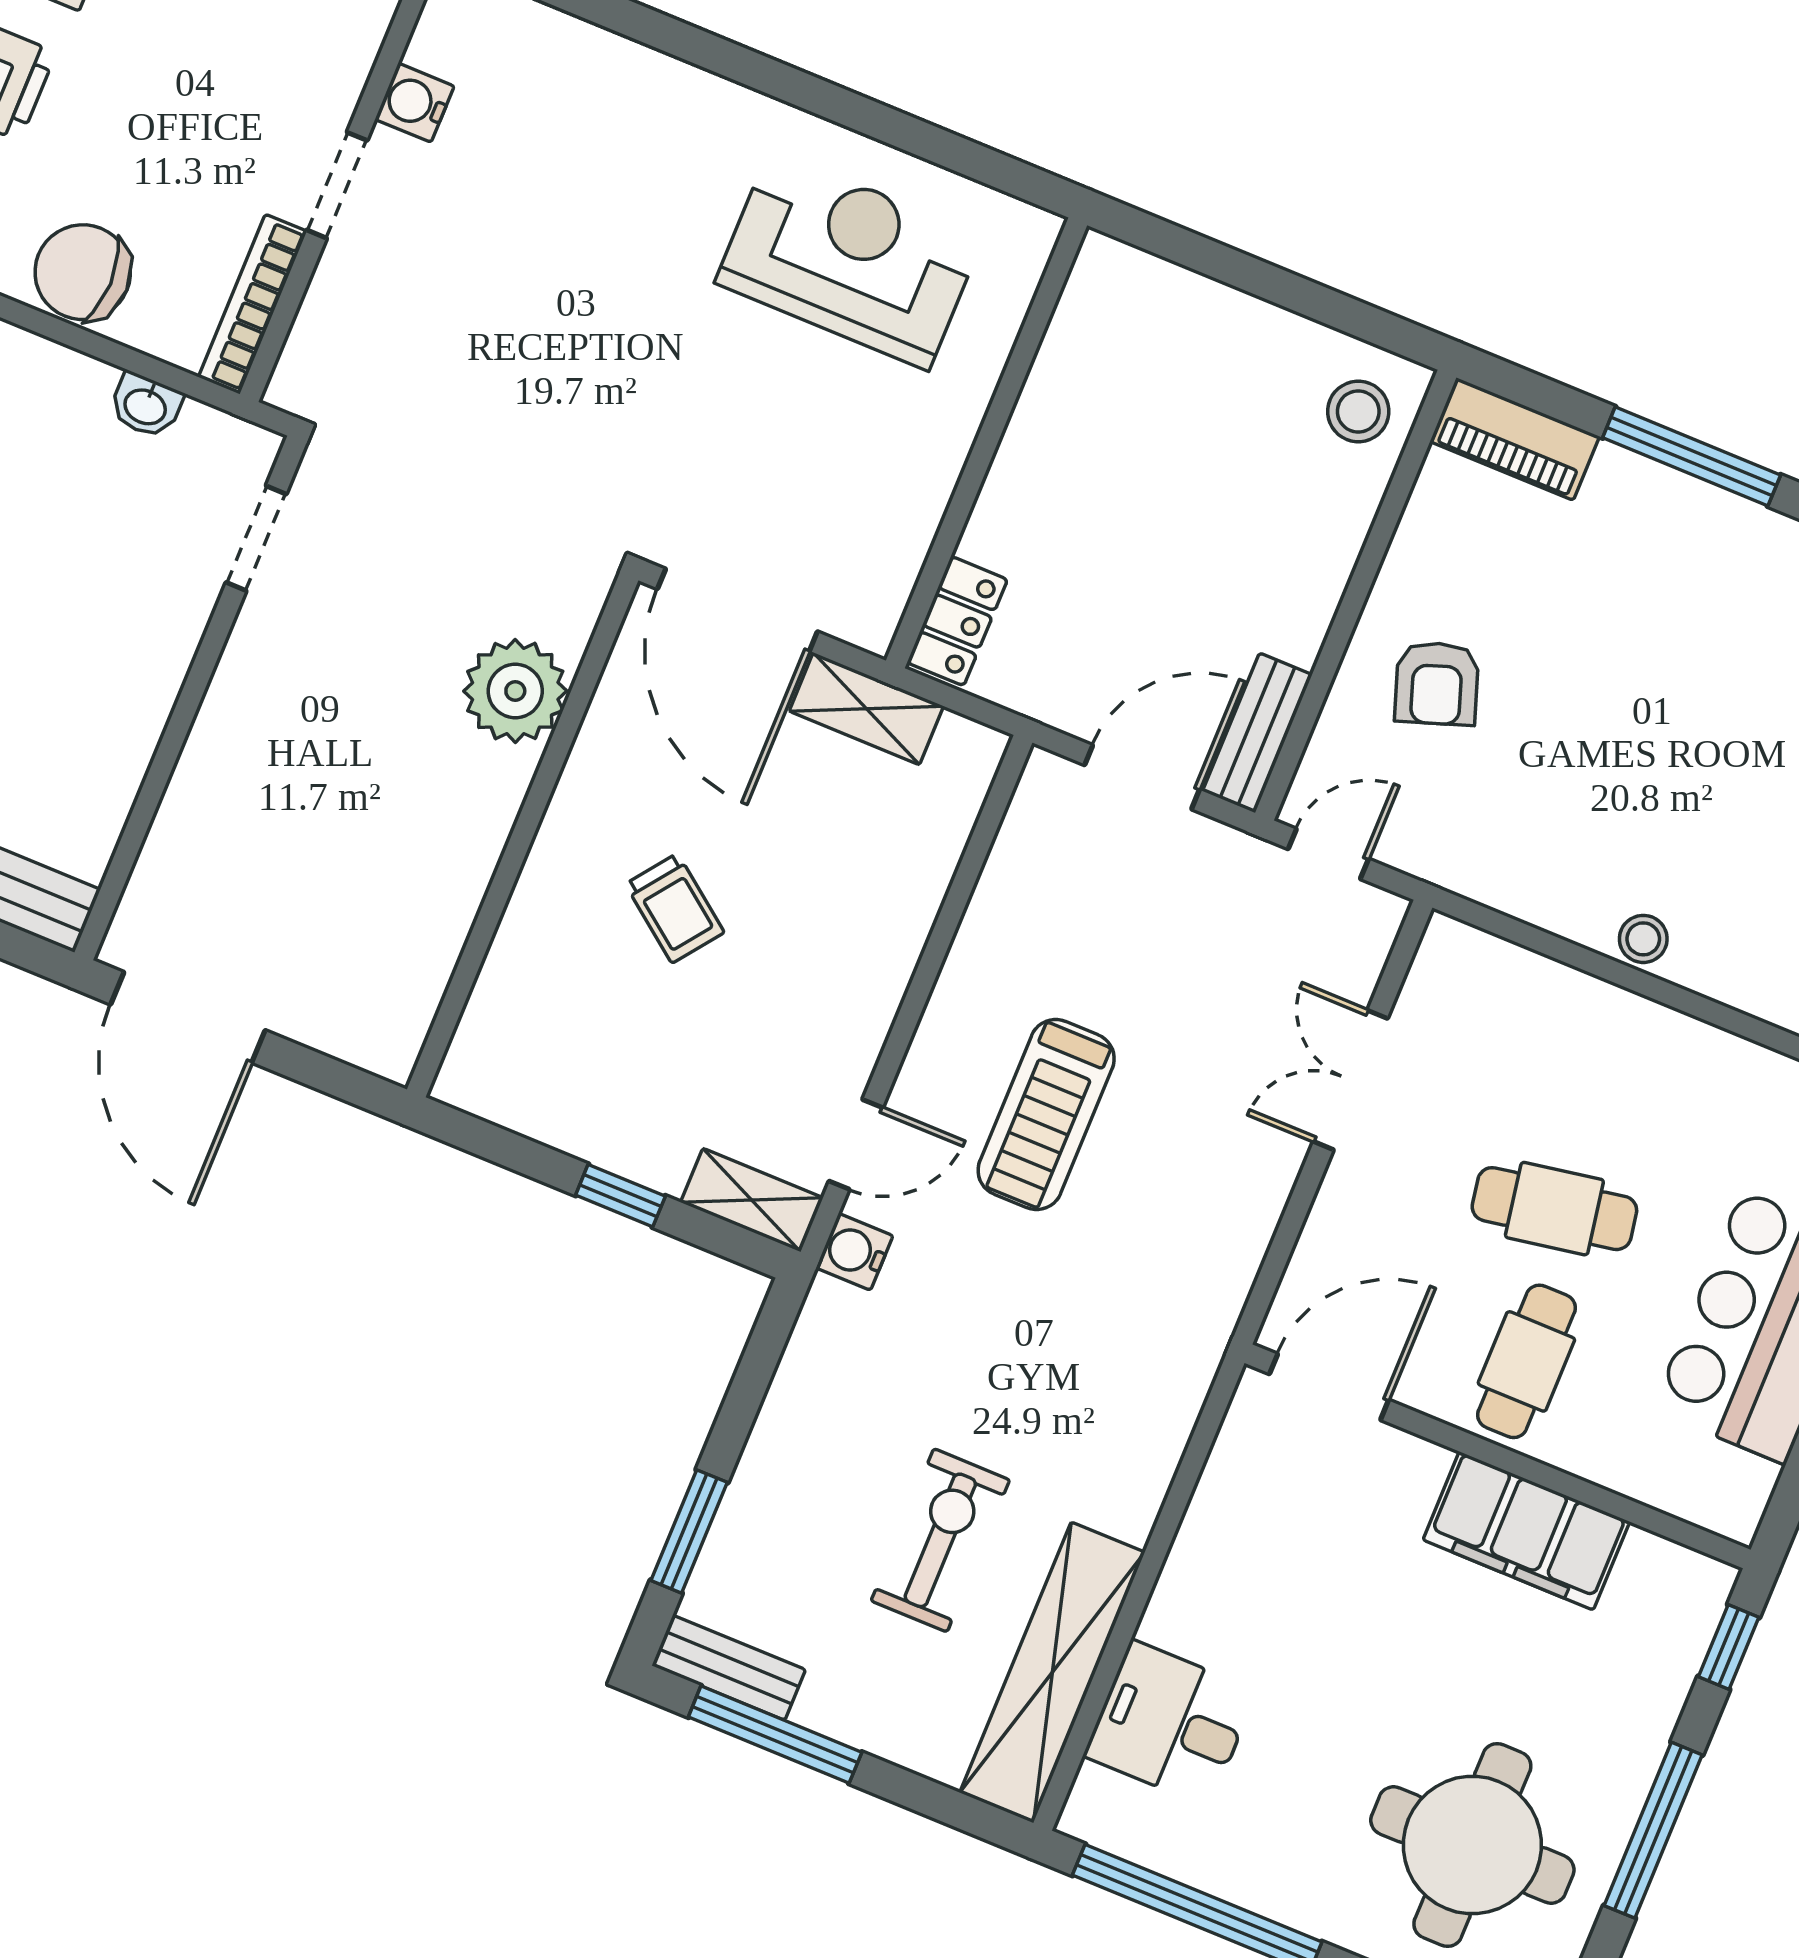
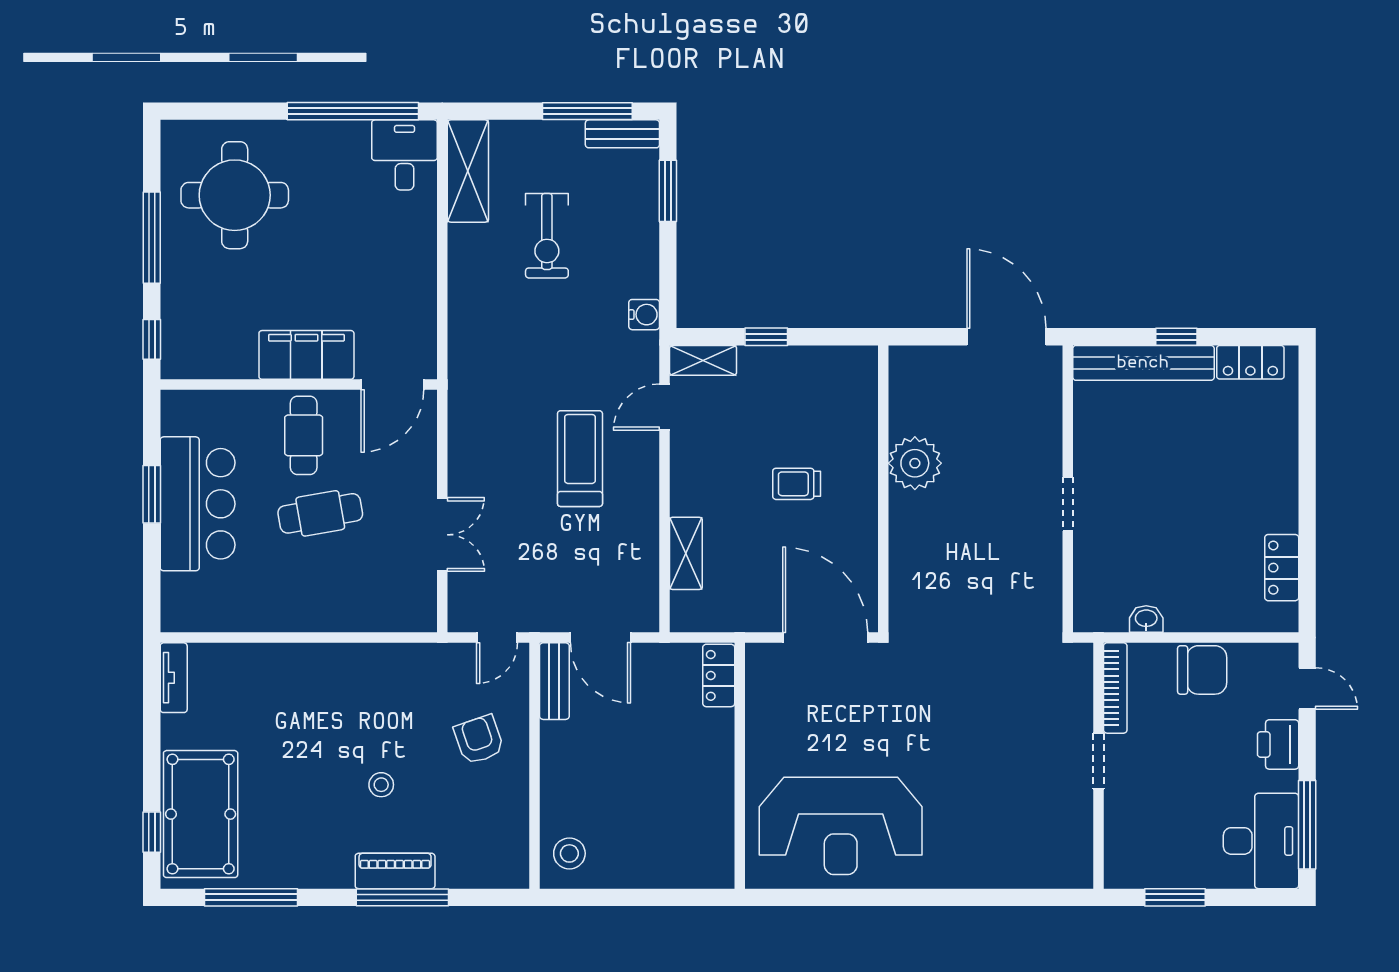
water cooler: (415, 103) -> (1078, 815), removed
reception desk: (849, 260) -> (841, 826), width x1.36, depth x1.30
piano: (1515, 439) -> (395, 871), moved
doorway: (256, 538) -> (1068, 504), moved
plant: (515, 691) -> (915, 463), moved
shelving: (866, 709) -> (686, 553), moved, turned 90
door: (1142, 777) -> (600, 638), hinge flipped
trolley: (675, 908) -> (797, 484), turned -37
stool: (1643, 939) -> (381, 785), moved
water cooler: (854, 1252) -> (644, 315), moved
filing cabinet: (1526, 1531) -> (306, 355), moved
shelving: (1052, 1672) -> (468, 171), width x0.68
desk: (1170, 1723) -> (404, 155), moved, turned -90

